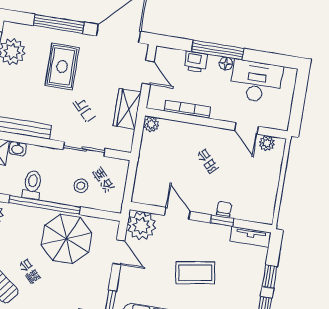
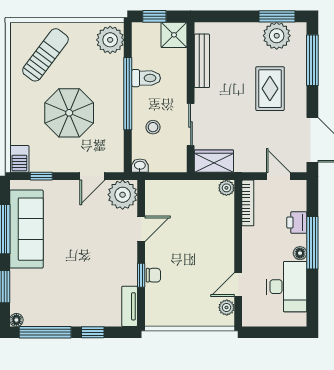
window: (59, 24) -> (312, 60), moved
rug: (62, 66) -> (270, 89), turned 90
door: (148, 72) -> (278, 176), swing flipped
wardrobe: (127, 109) -> (214, 161), moved
bookcase: (187, 109) -> (248, 203), moved
washbasin: (18, 149) -> (140, 166), moved, turned 90
parasol: (67, 239) -> (69, 113), moved
coffee table: (195, 273) -> (84, 257), removed

